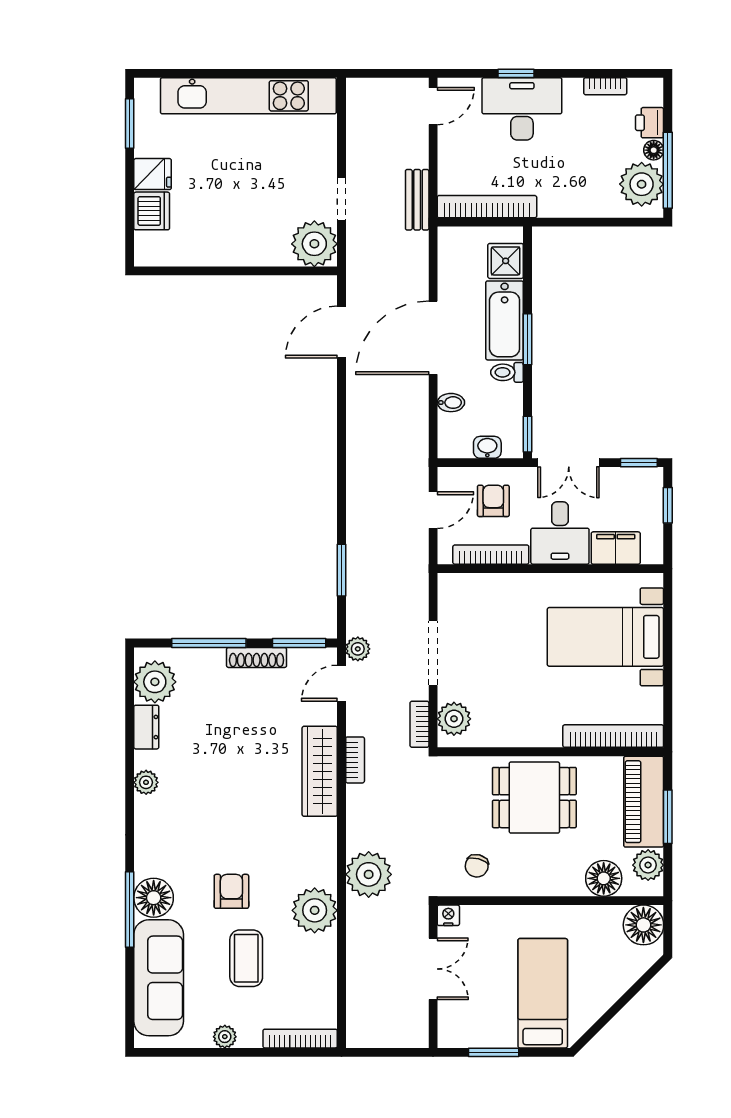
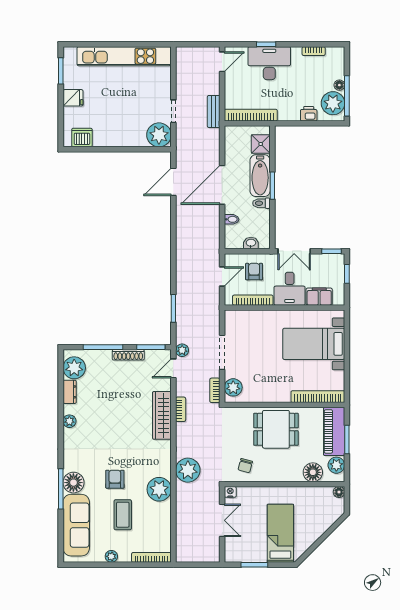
printer: (650, 123) -> (309, 114), moved, turned 90
dishwasher: (152, 211) -> (82, 138), moved, turned -90
window: (528, 434) -> (272, 236), removed
floor lamp: (643, 925) -> (339, 492), width x0.53, depth x0.53

